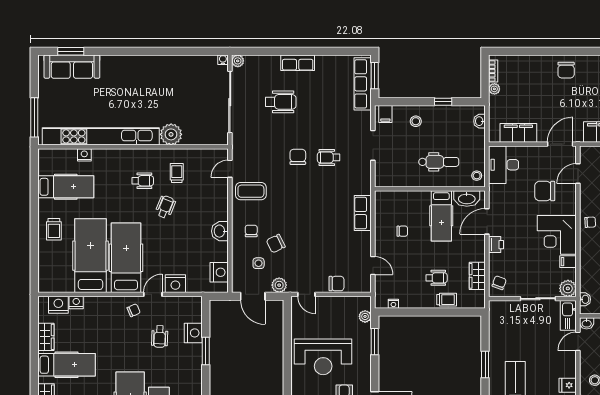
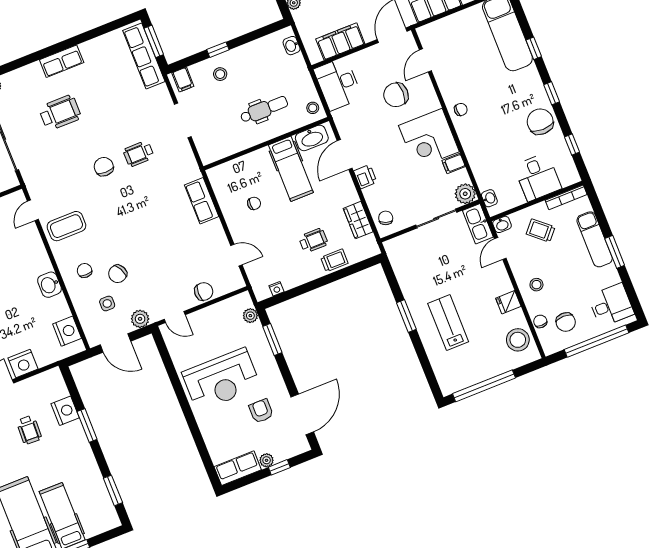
window: (443, 102) -> (218, 50), moved

